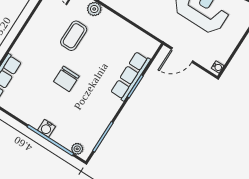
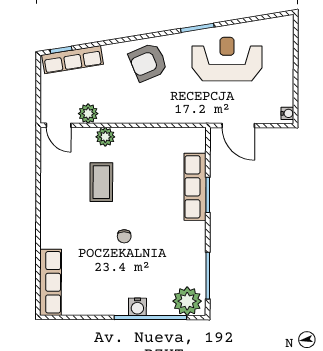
door: (182, 55) -> (238, 126), hinge flipped
chair: (66, 79) -> (124, 236), width x0.54, depth x0.54
plant: (77, 149) -> (187, 301), width x1.87, depth x1.87

